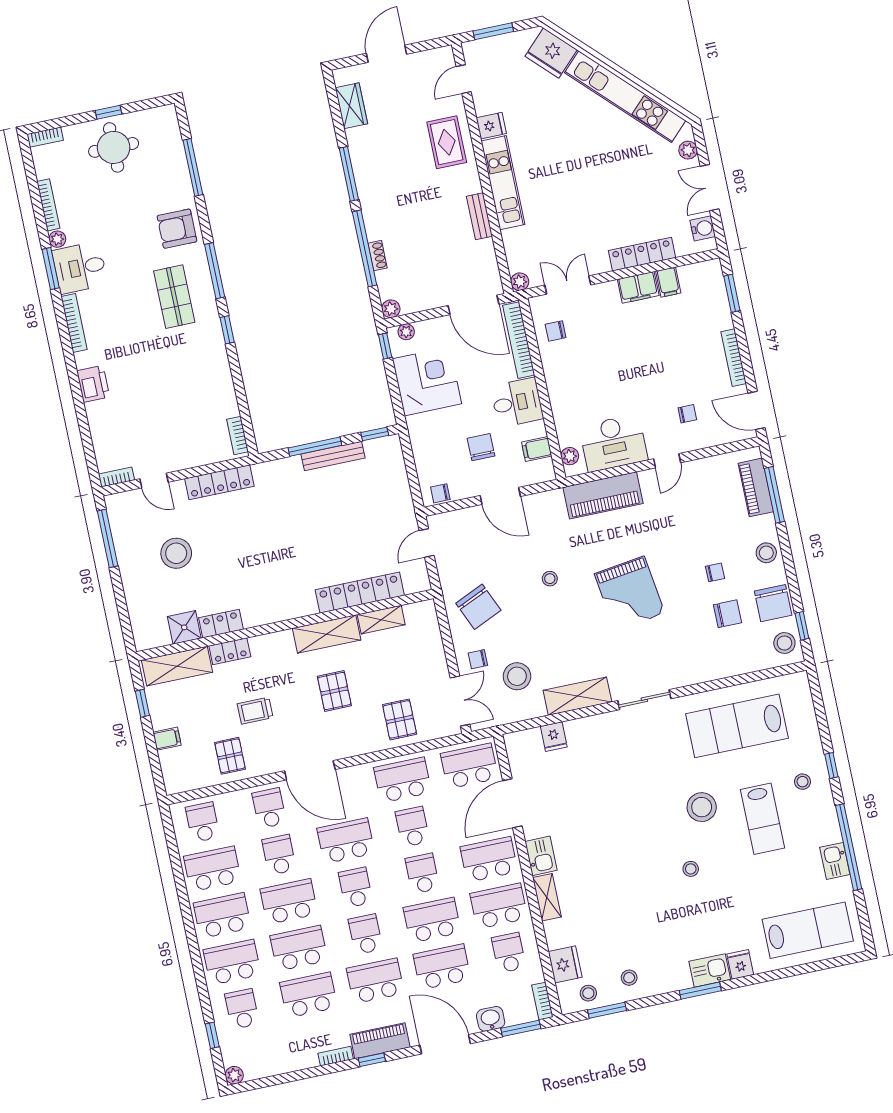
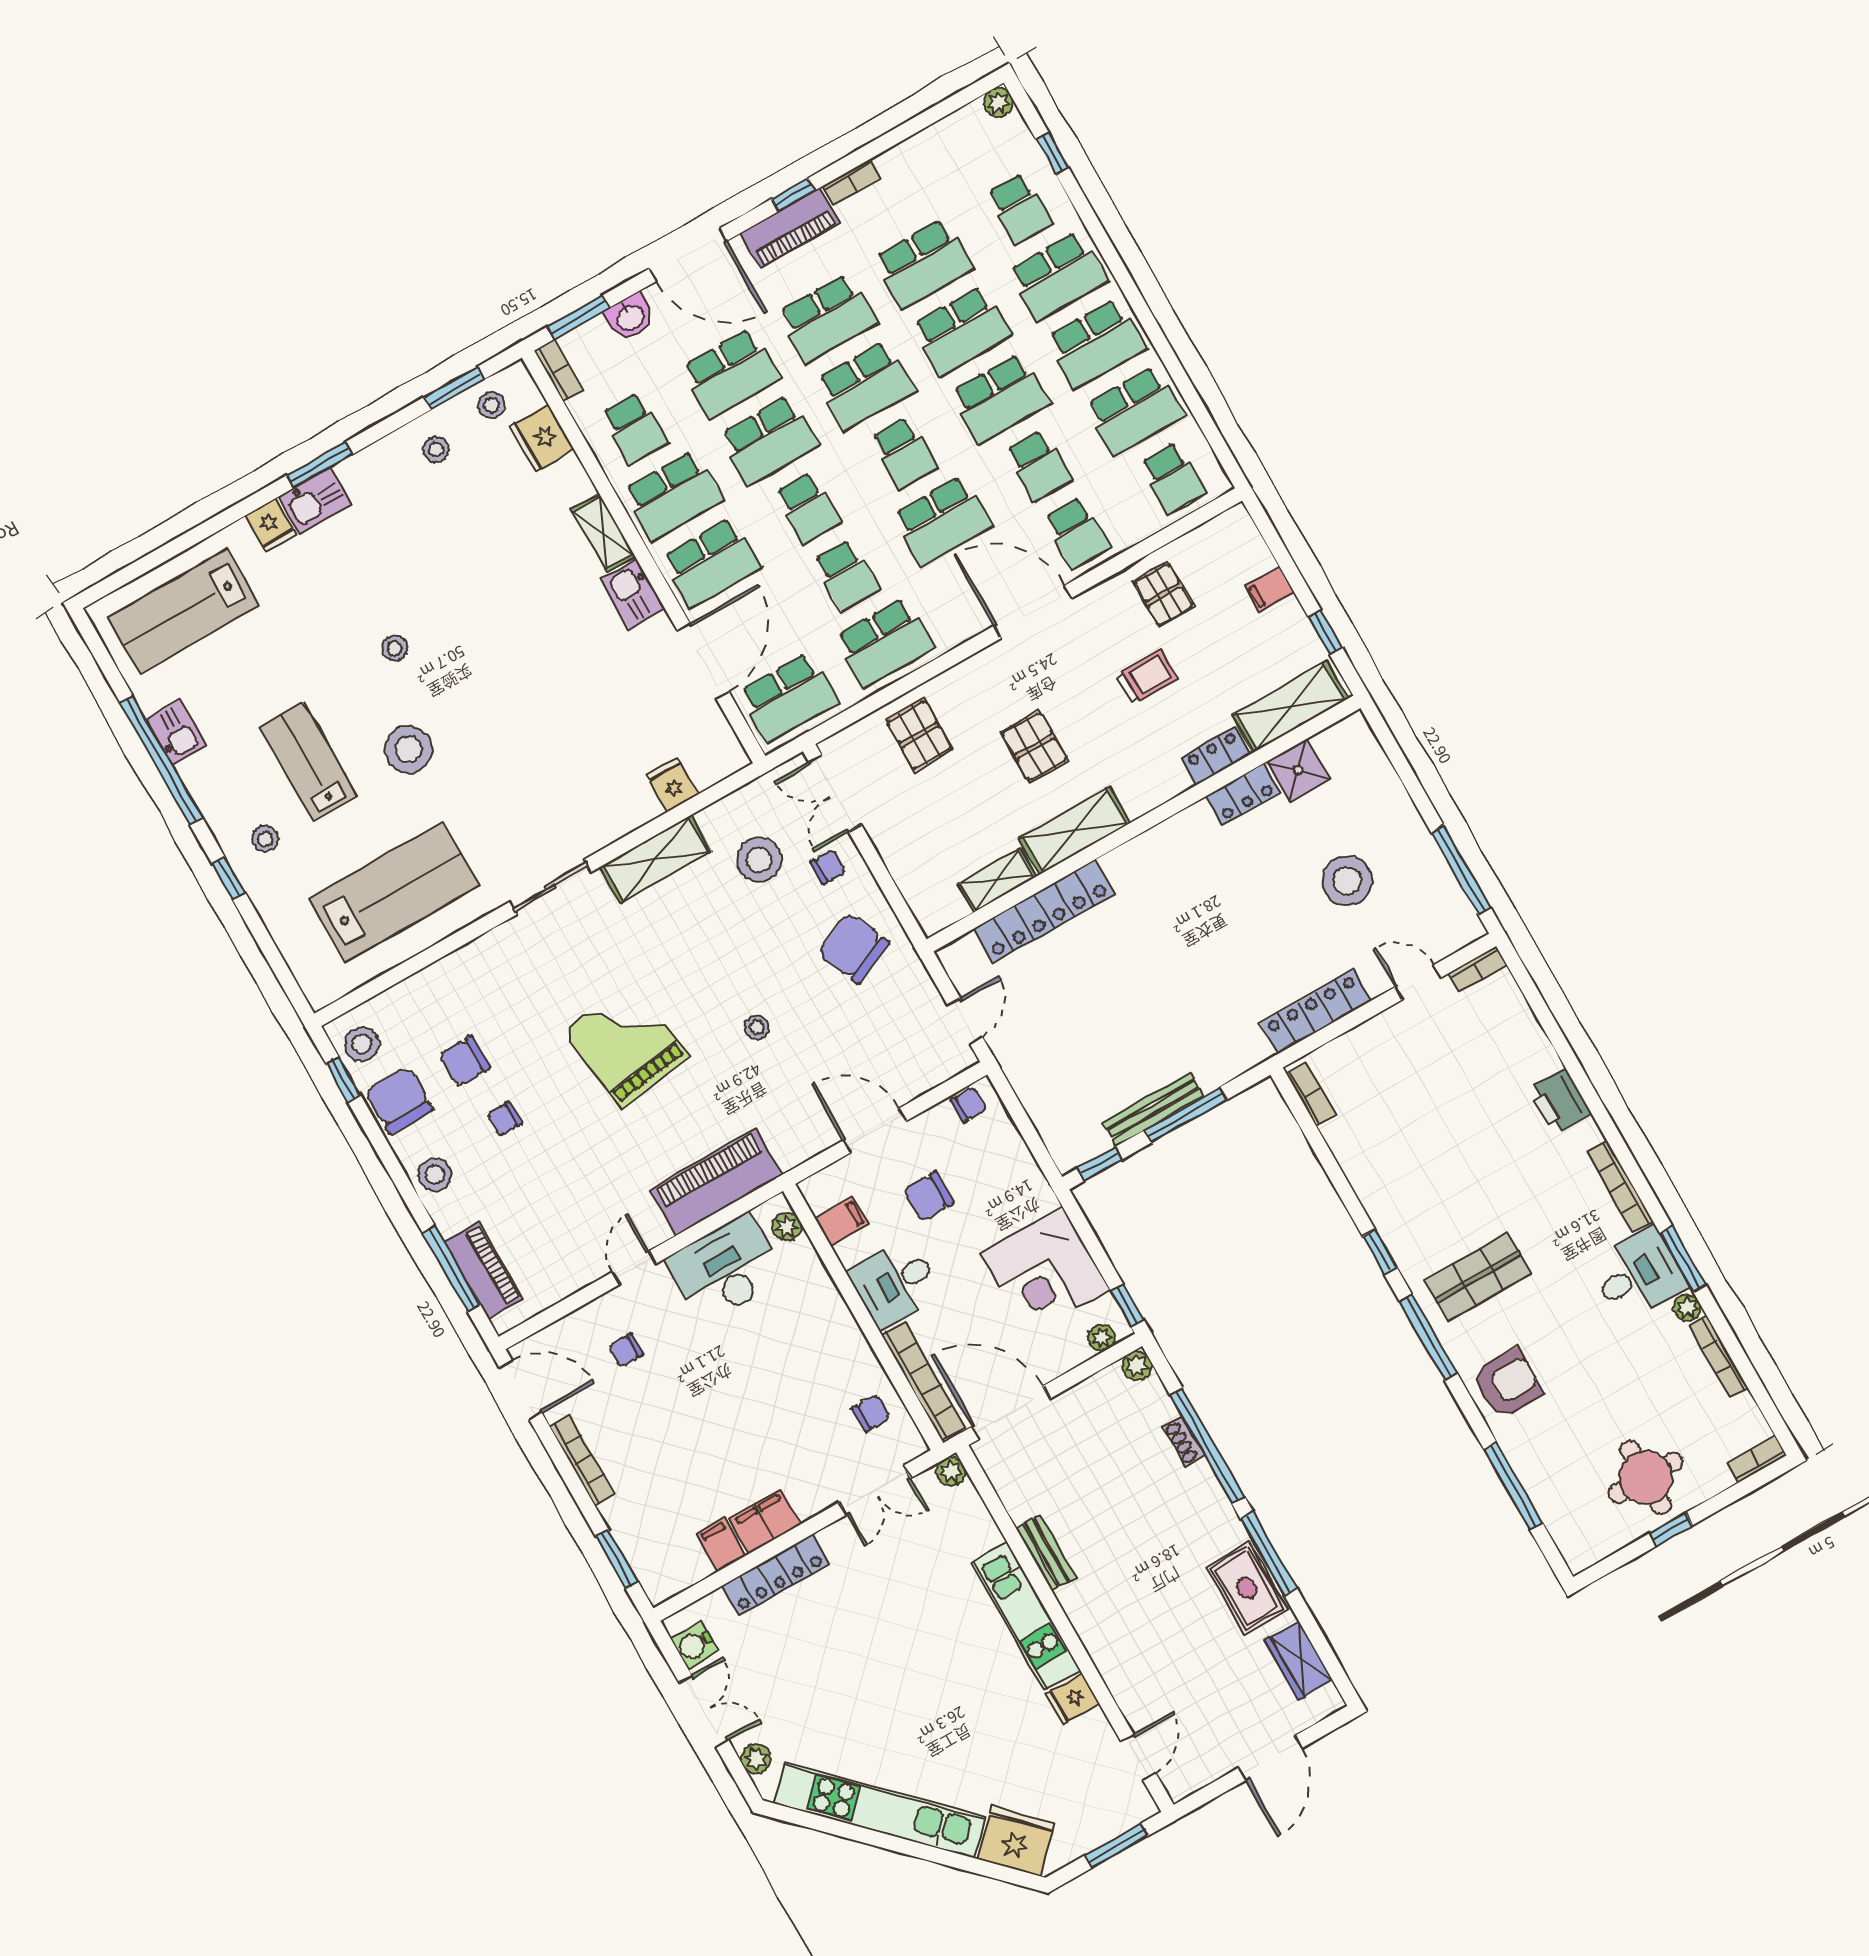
rug: (447, 142) -> (1247, 1588), moved
shop shelf: (174, 297) -> (1478, 1277), turned 90
chair: (481, 447) -> (929, 1197), turned 90
school desk: (365, 934) -> (865, 386), width x1.85

